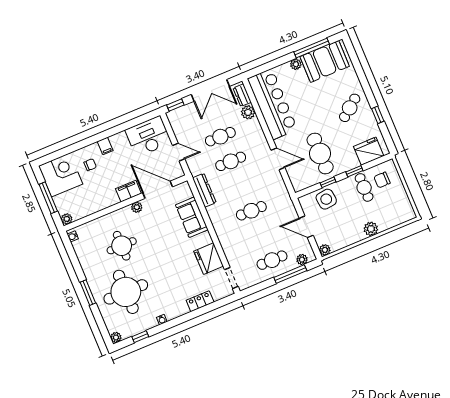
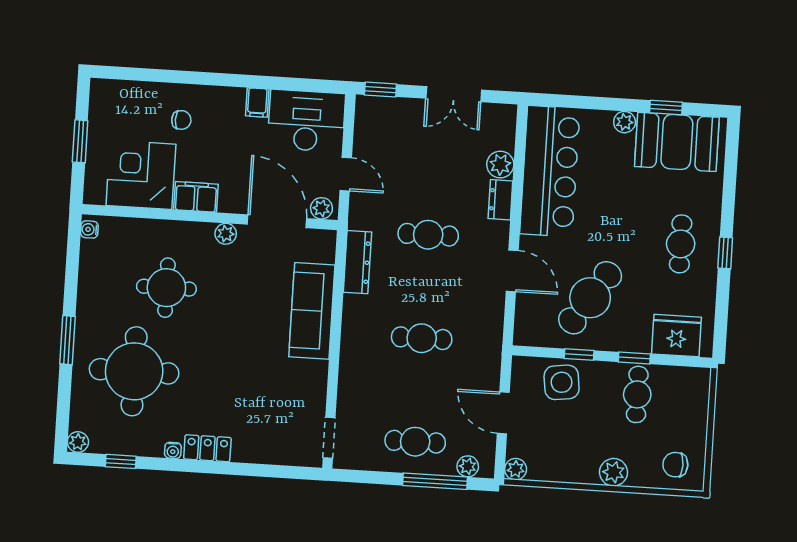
window: (312, 48) -> (666, 108), width x0.46
double door: (210, 90) -> (454, 94), width x0.73
dresser: (242, 95) -> (500, 200), moved
cafe table: (350, 108) -> (681, 244), turned -52
window: (378, 115) -> (725, 253), moved
cafe table: (220, 137) -> (431, 183), removed
filing cabinet: (105, 146) -> (257, 102), moved
cafe table: (320, 153) -> (590, 298), turned 34
corner desk: (61, 175) -> (141, 175), moved, turned -90
chair: (382, 180) -> (675, 465), moved
filing cabinet: (128, 191) -> (196, 197), moved
window: (48, 198) -> (80, 141), width x0.69
sofa: (192, 217) -> (312, 311), width x1.36
plant: (67, 219) -> (321, 208), moved
fridge: (209, 259) -> (306, 385), removed
locker: (200, 301) -> (207, 448), moved

